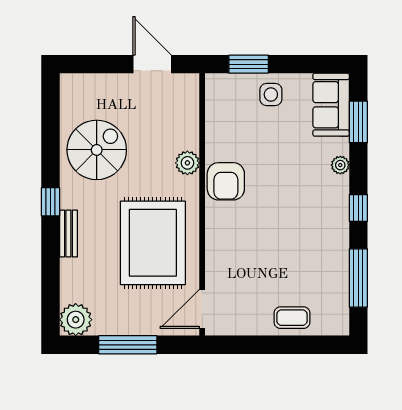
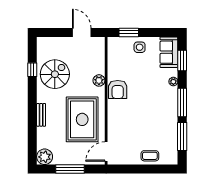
window: (50, 202) -> (32, 70), moved
window: (358, 208) -> (182, 102), width x2.17

